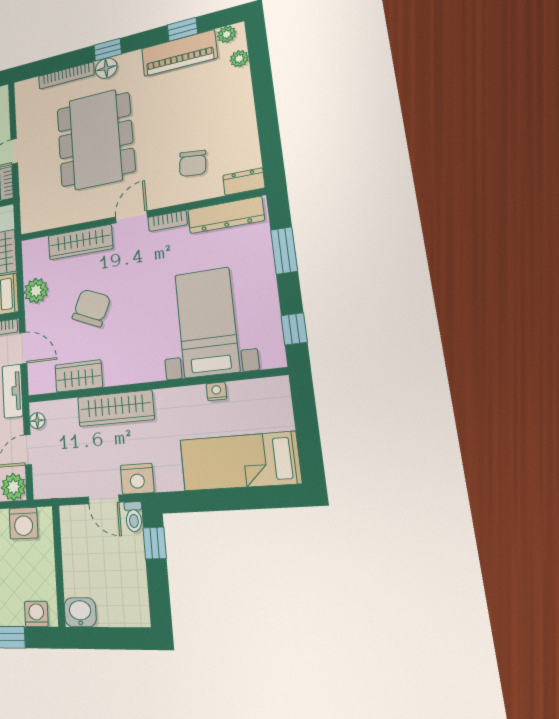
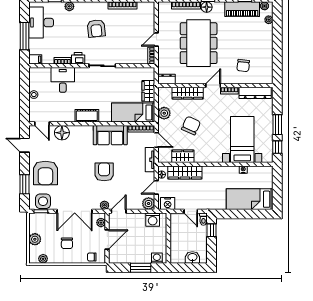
dresser: (244, 182) -> (167, 79), moved
window: (284, 251) -> (277, 125), moved
wardrobe: (115, 408) -> (185, 172), moved
nightstand: (137, 479) -> (168, 203), moved
washbasin: (80, 612) -> (192, 257), moved

